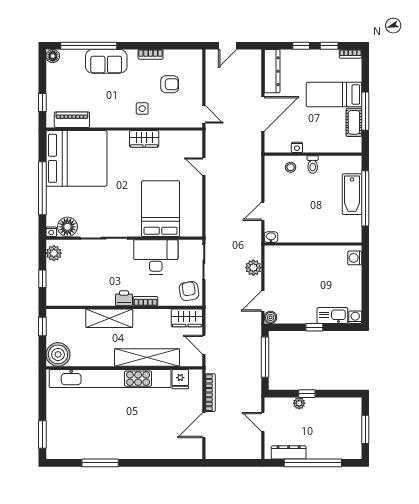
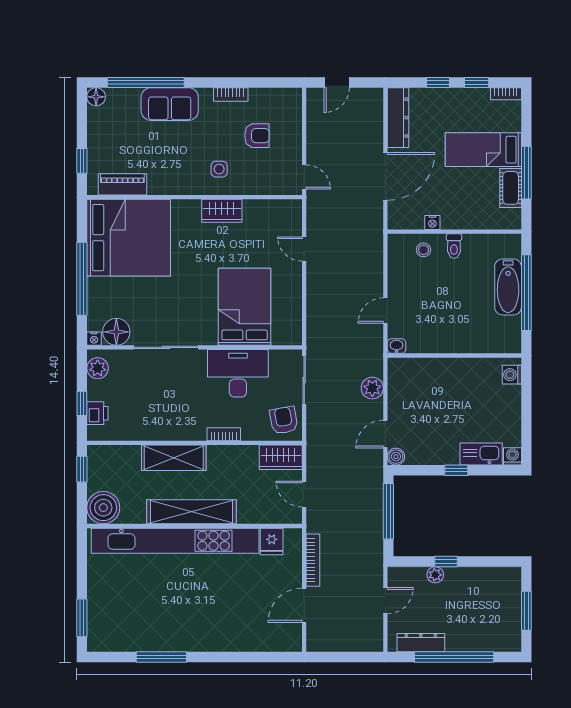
printer: (124, 298) -> (97, 413), moved, turned 90
shelving: (147, 358) -> (192, 512), moved
door: (263, 422) -> (385, 601), swing flipped

